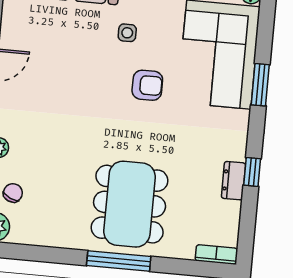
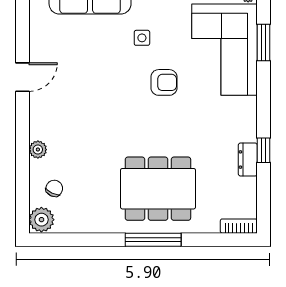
window: (260, 85) -> (263, 43), moved
dining table: (130, 204) -> (158, 189), turned 90

